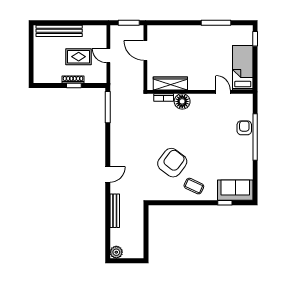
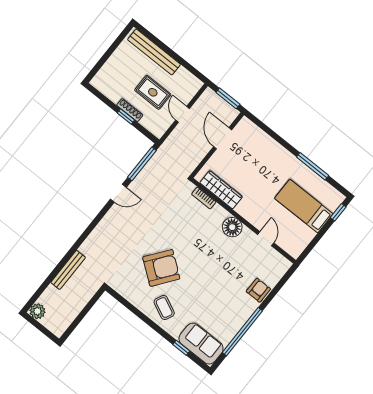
bed: (243, 68) -> (304, 206), moved, turned -90
floor lamp: (182, 101) -> (232, 227), moved
window: (255, 137) -> (242, 332), moved
door: (108, 174) -> (118, 193), moved

